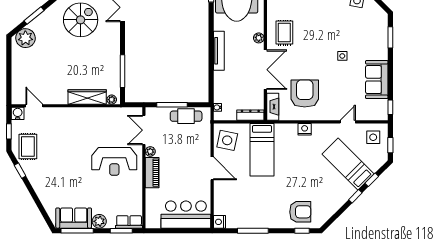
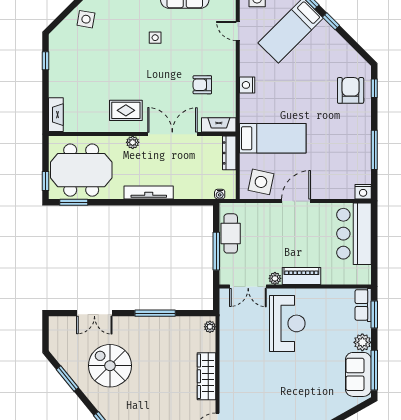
window: (122, 71) -> (155, 313), moved
armchair: (305, 94) -> (202, 85), width x0.53, depth x0.53
wardrobe: (87, 97) -> (207, 376), moved

